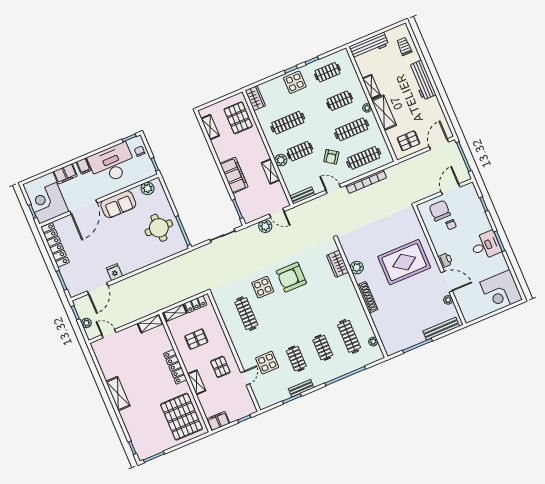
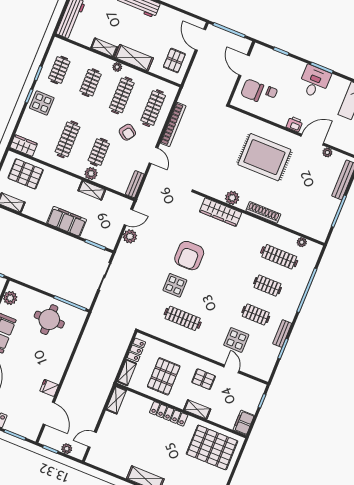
door: (333, 189) -> (153, 155), swing flipped
rug: (404, 262) -> (264, 157), turned 90
wardrobe: (338, 264) -> (221, 212), width x1.50
pallet: (196, 339) -> (164, 376), width x1.50, depth x1.42

